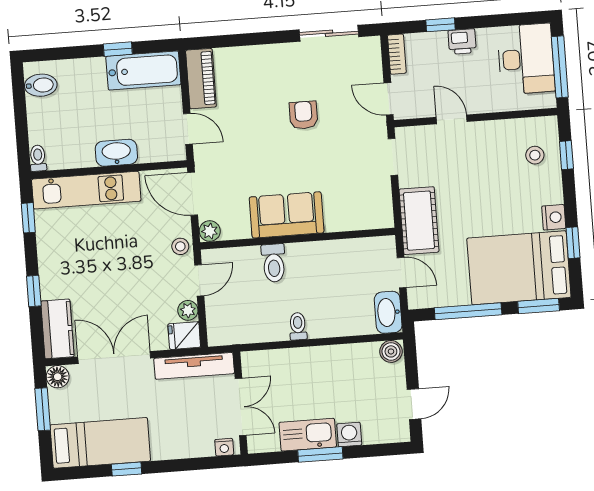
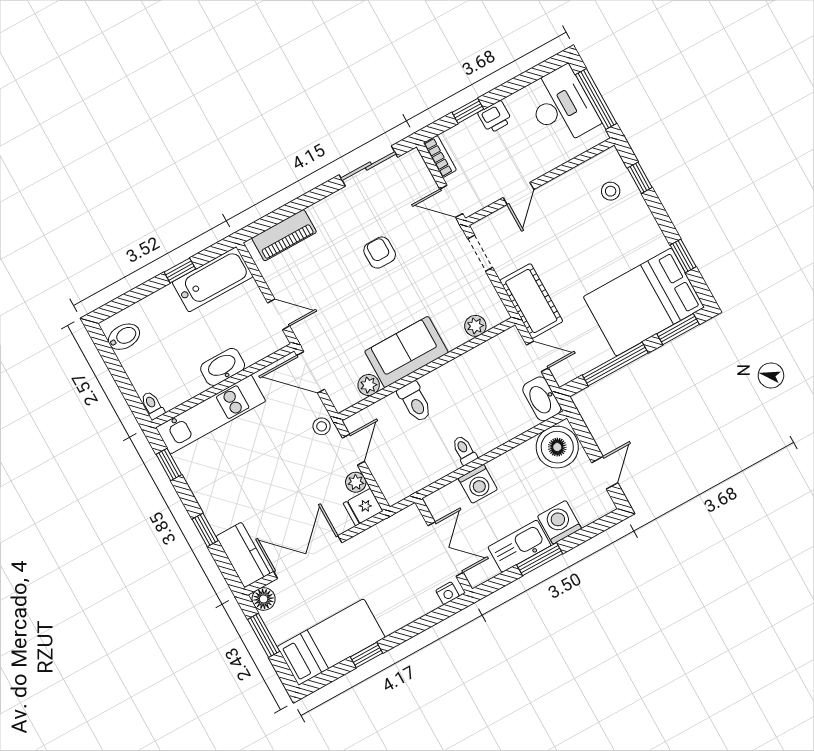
piano: (201, 79) -> (284, 235), moved, turned 90
door: (452, 119) -> (518, 193), swing flipped
nightstand: (554, 217) -> (654, 241), removed
plant: (359, 220) -> (475, 326), added
plant: (210, 231) -> (369, 385), moved
boiler: (391, 351) -> (557, 447), width x1.86, depth x1.86
washing machine: (296, 362) -> (478, 484), added
tv unit: (194, 366) -> (385, 531), removed
washing machine: (349, 434) -> (559, 522), width x1.38, depth x1.38

